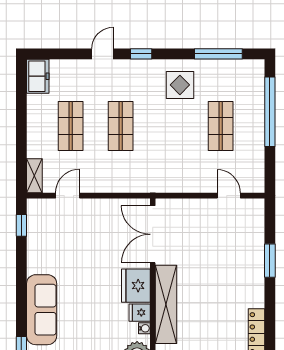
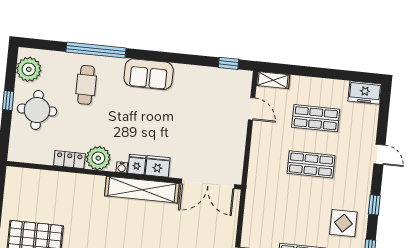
window: (141, 54) -> (374, 205), moved
double door: (153, 234) -> (208, 184), swing flipped
fridge: (136, 286) -> (158, 166), width x0.73, depth x0.75
sofa: (42, 310) -> (149, 74), width x0.73

